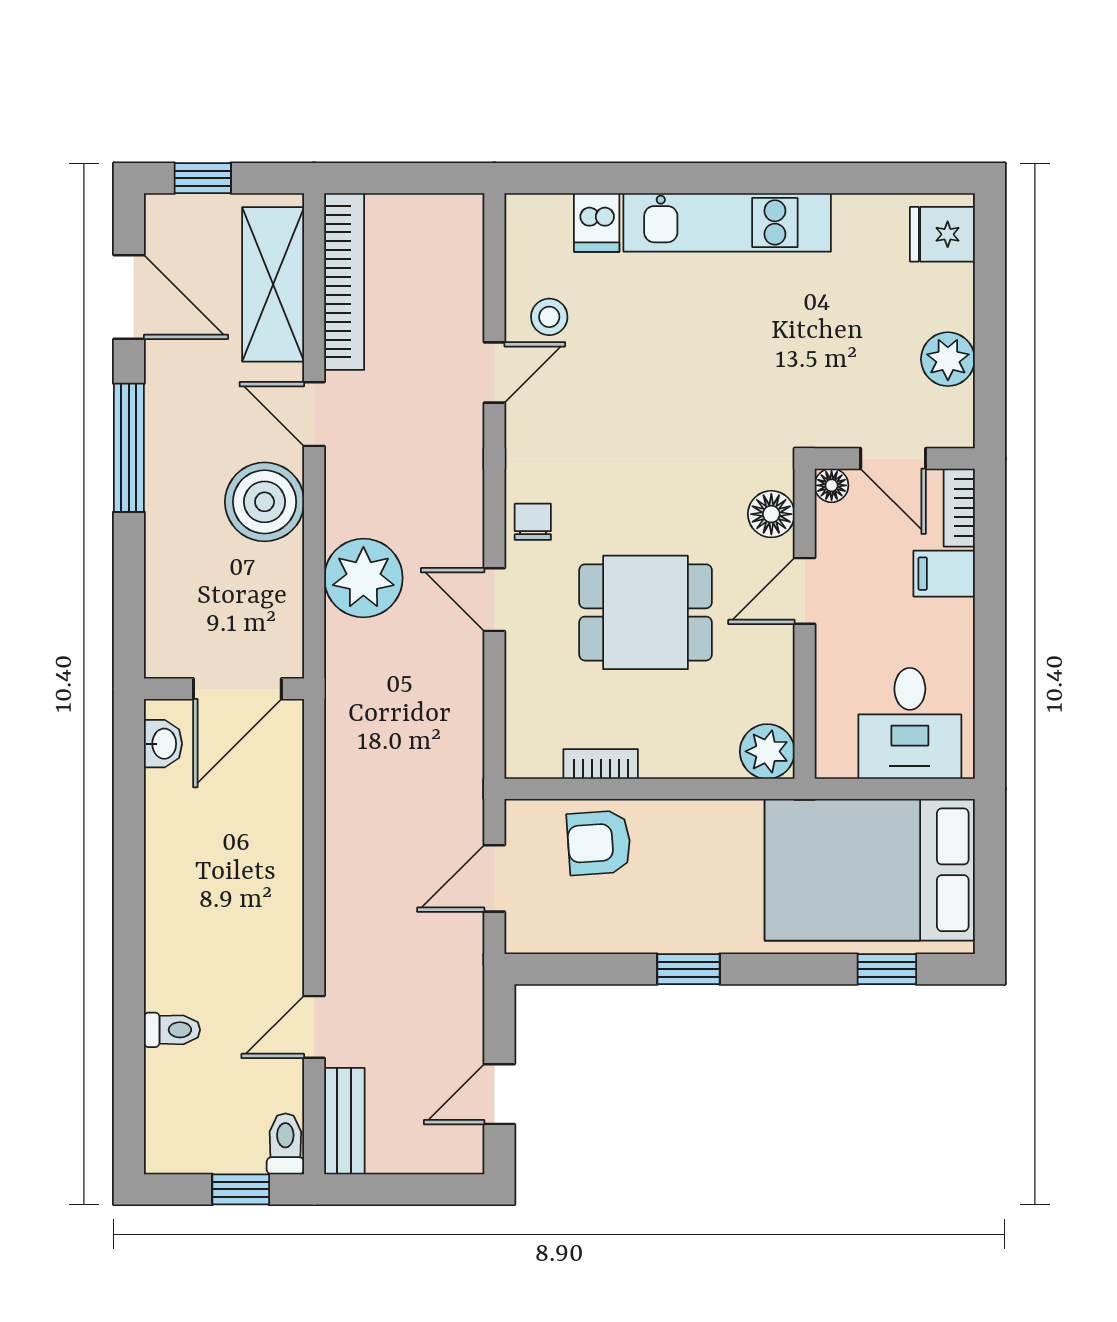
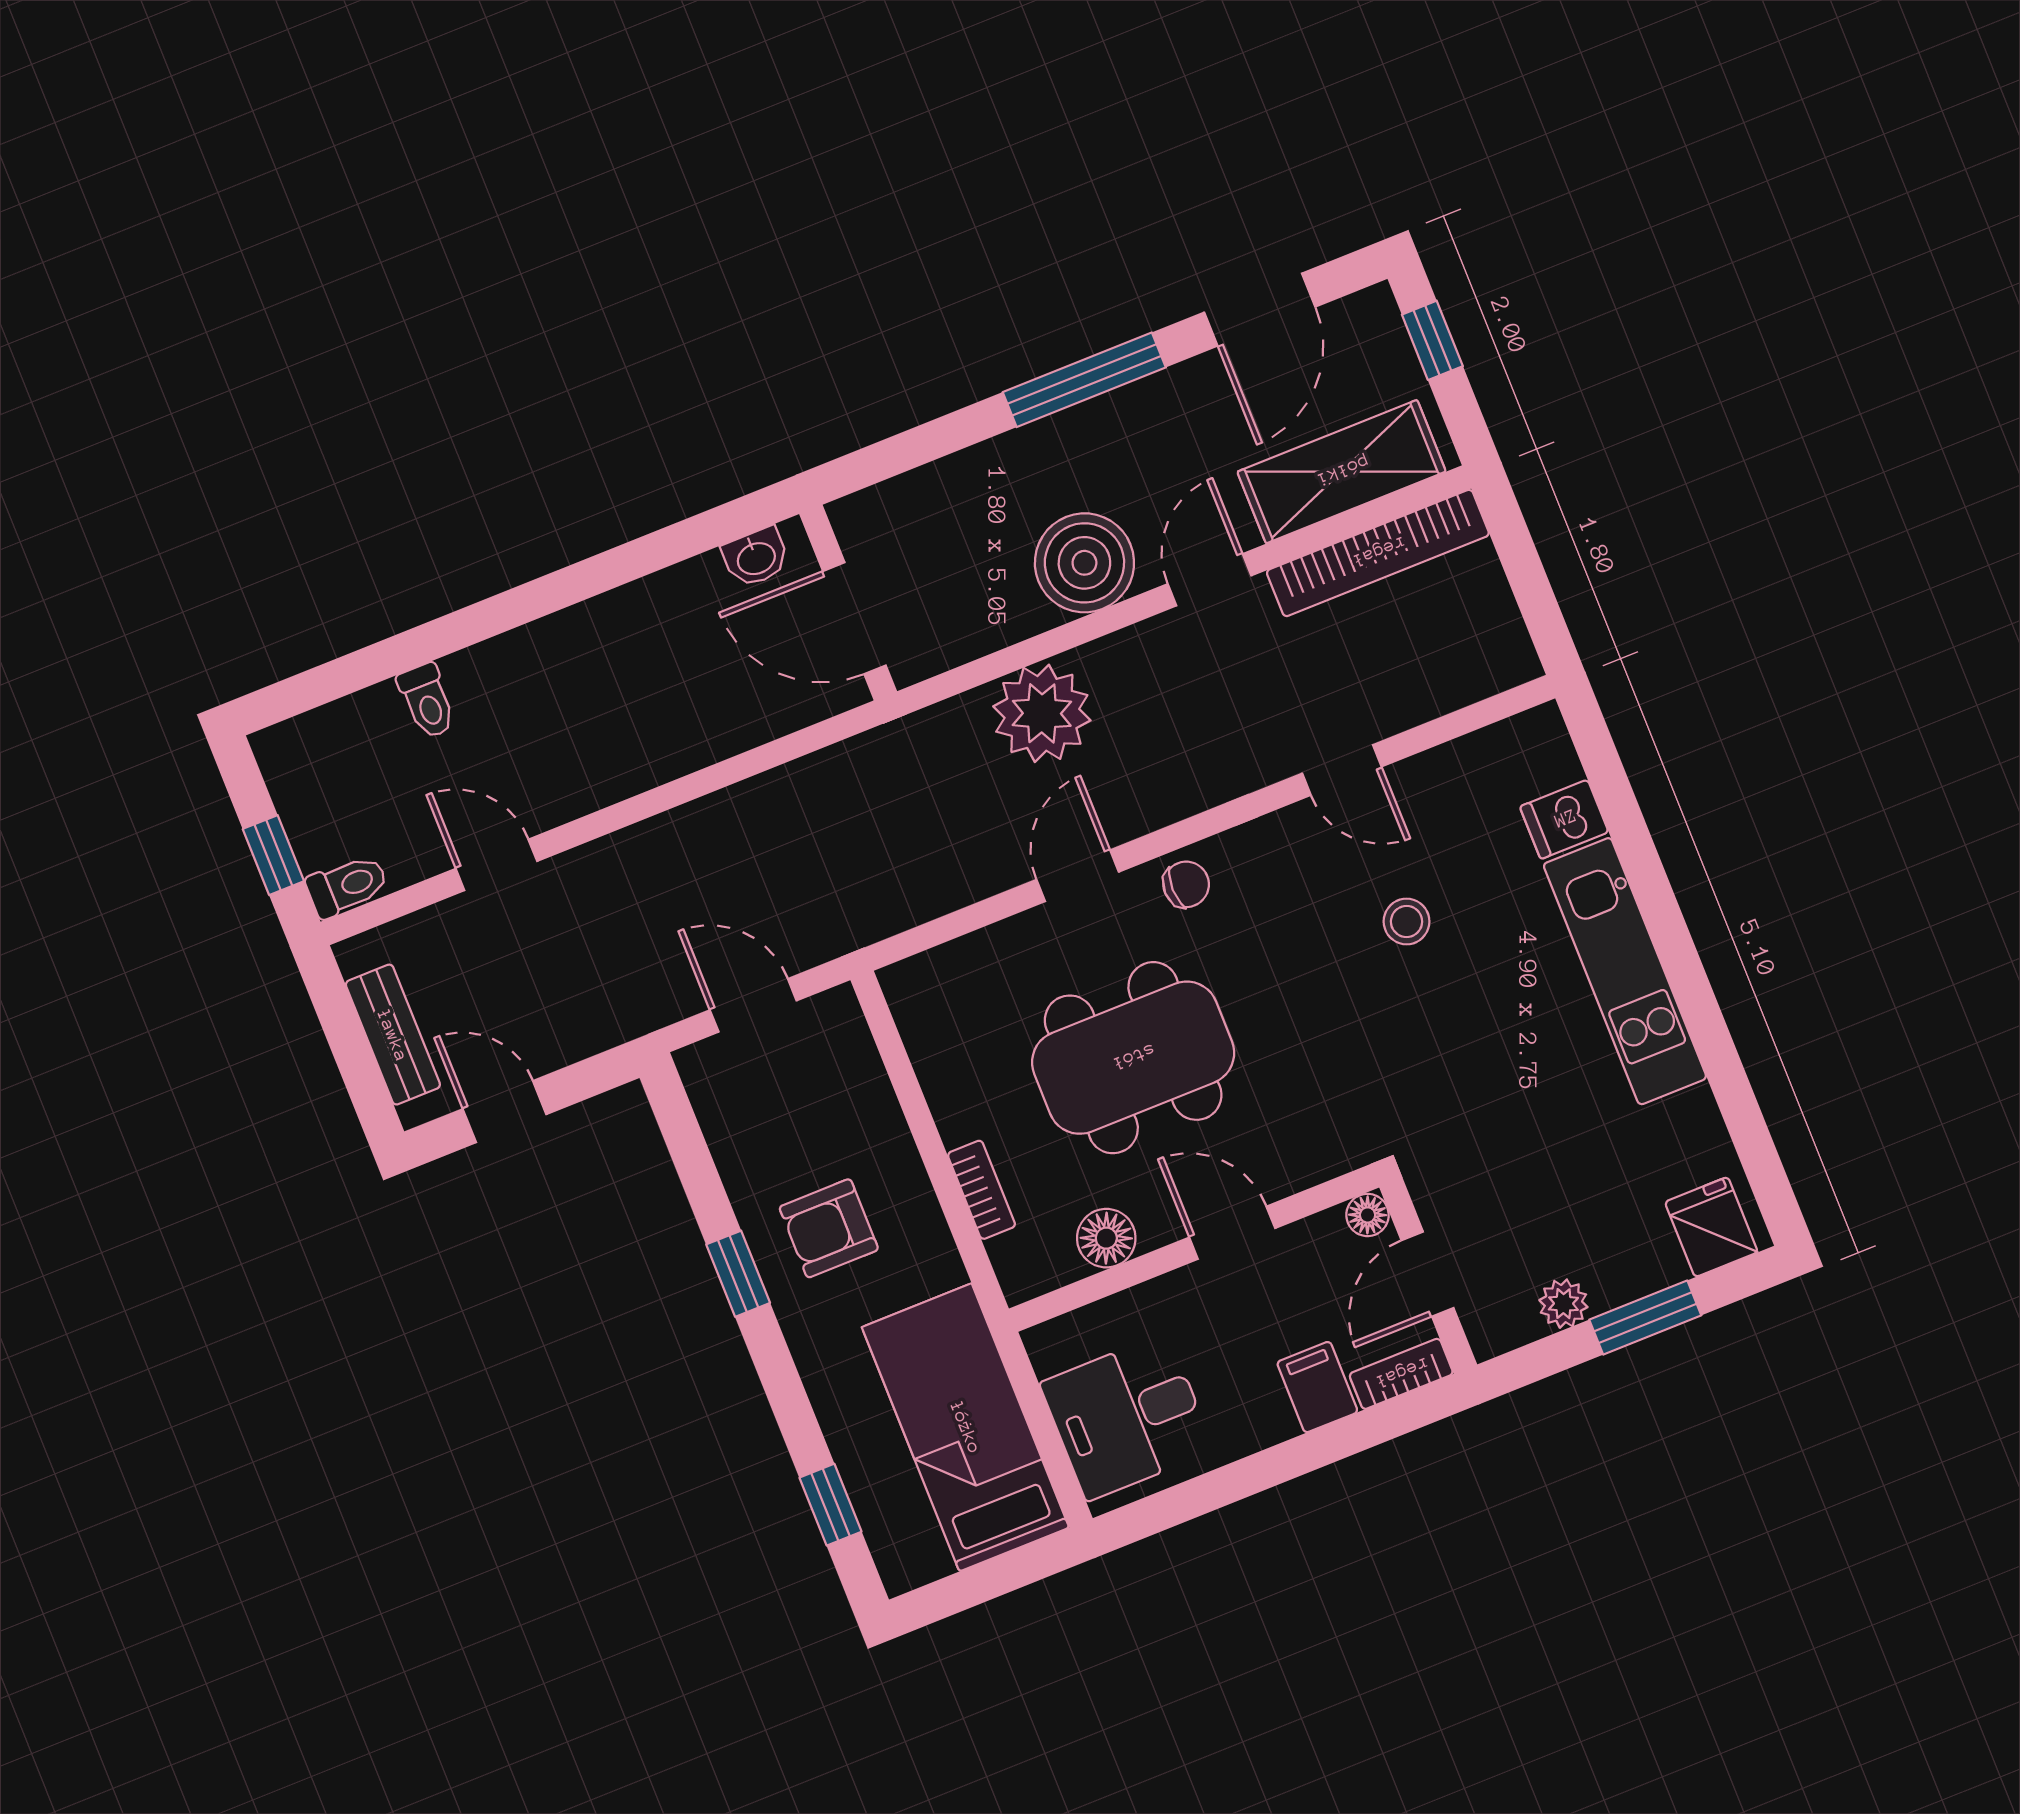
window: (990, 310) -> (1645, 1318), added
stool: (549, 317) -> (1407, 922), moved
plant: (948, 359) -> (1563, 1304), width x0.73, depth x0.73
floor lamp: (771, 514) -> (1106, 1238), moved
dining table: (646, 612) -> (1133, 1058), width x1.38
plant: (767, 751) -> (1028, 1264), removed
bookcase: (601, 764) -> (981, 1190), moved
armchair: (599, 843) -> (829, 1228), moved, turned -86
bed: (870, 870) -> (966, 1427), width x0.67
bench: (344, 1121) -> (393, 1035), moved, turned 90

